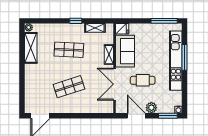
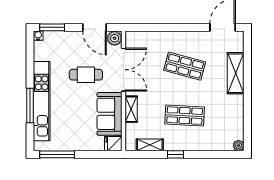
shelving: (31, 48) -> (236, 73), moved
shop shelf: (69, 87) -> (185, 66), turned 33
plant: (151, 108) -> (115, 38), moved

